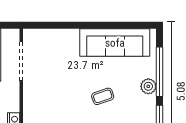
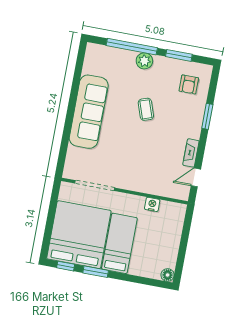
sofa: (115, 43) -> (89, 112), moved

